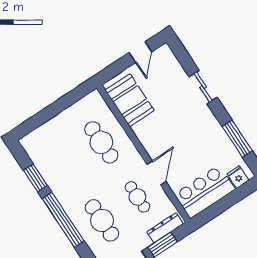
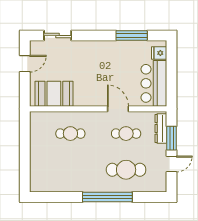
door: (140, 52) -> (25, 64), hinge flipped
sliding door: (203, 87) -> (58, 35), moved
cafe table: (101, 142) -> (70, 134), width x0.73, depth x0.74
window: (36, 178) -> (65, 197), removed

